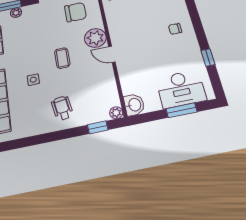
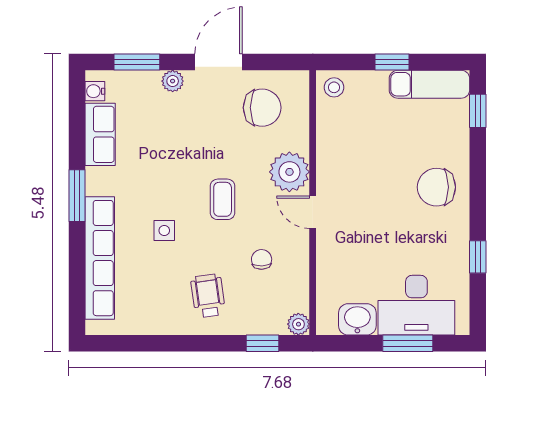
plant: (16, 13) -> (173, 81), moved
chair: (175, 29) -> (436, 187), width x1.87, depth x1.87
chair: (89, 83) -> (262, 259), added
washbasin: (134, 105) -> (357, 319), moved, turned -90

